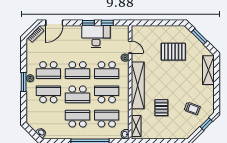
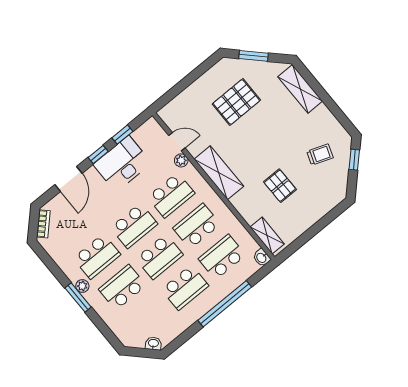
door: (54, 23) -> (68, 179), moved
shelving: (138, 85) -> (219, 173), width x0.68
school desk: (78, 119) -> (185, 288), turned 180

